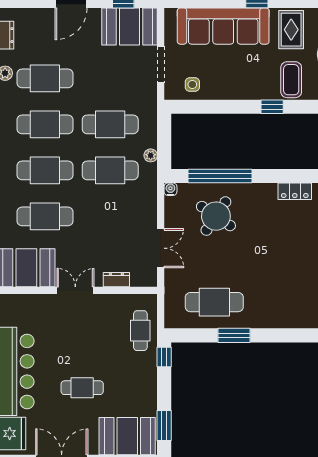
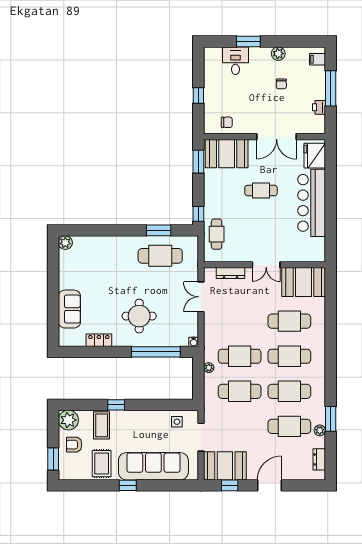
round table: (216, 216) -> (139, 316), moved, turned -34
dresser: (116, 280) -> (231, 273), width x1.44
window: (234, 335) -> (159, 230), moved

